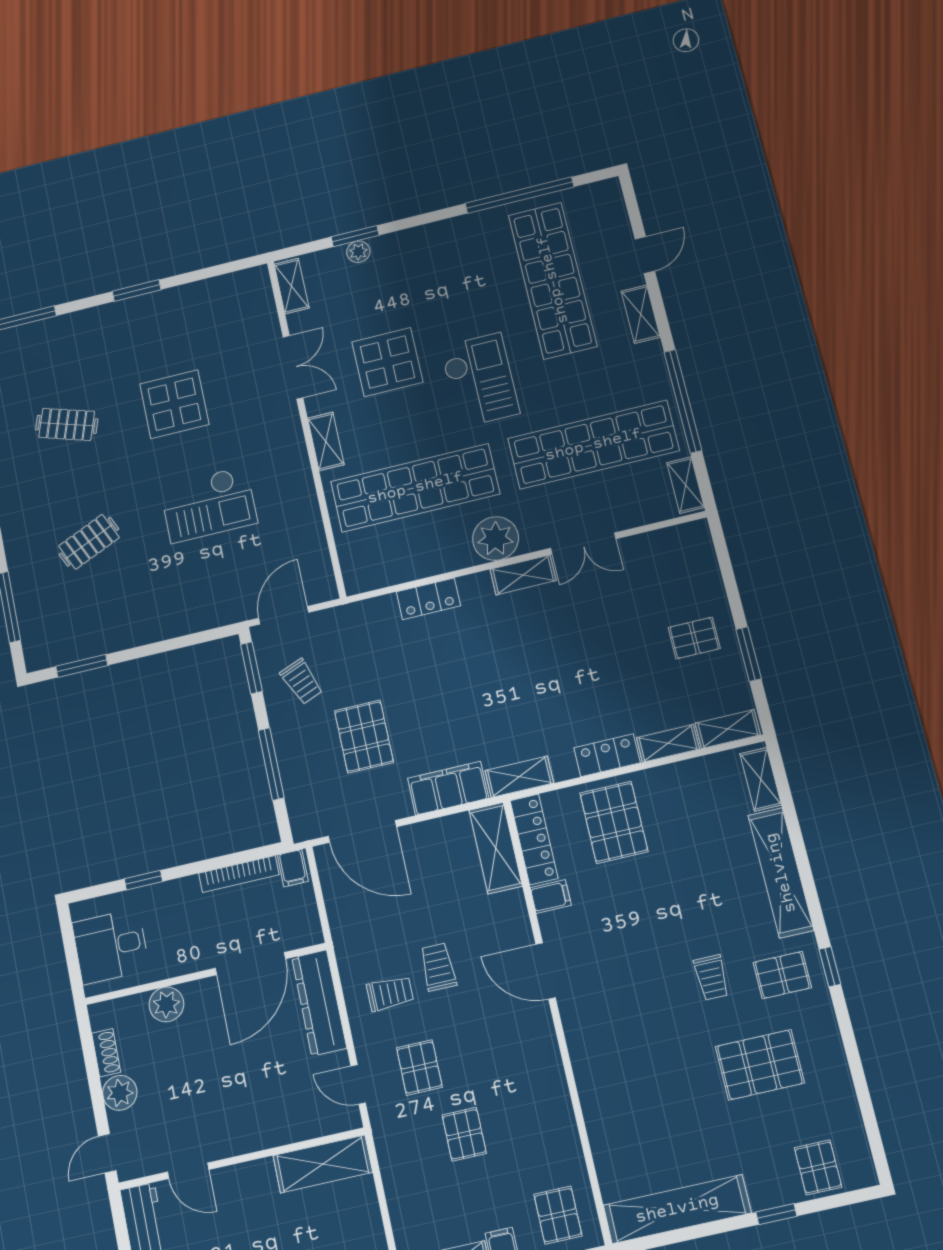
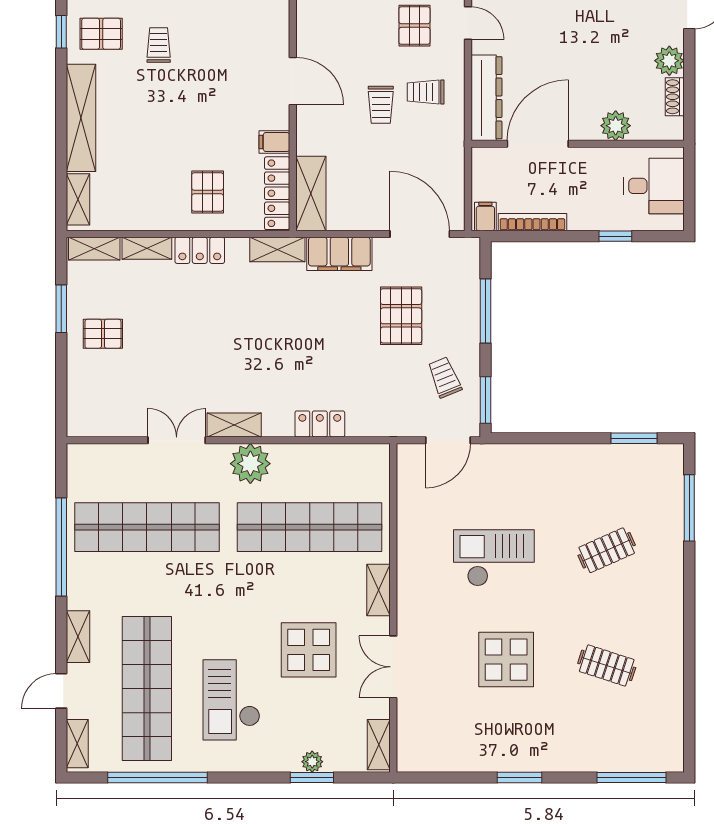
checkout: (480, 380) -> (231, 700), moved
shelving: (686, 485) -> (77, 744), moved
pallet: (614, 822) -> (208, 192), width x0.67, depth x0.71

